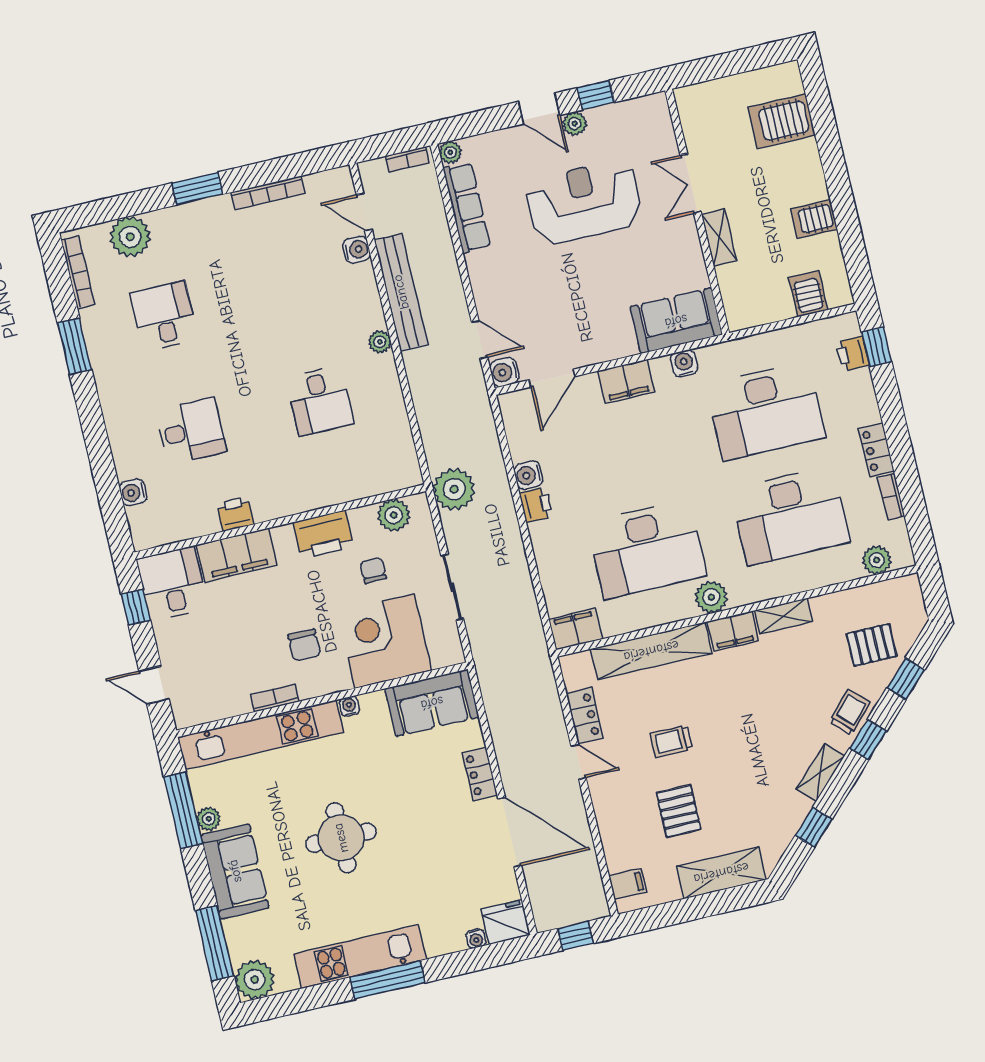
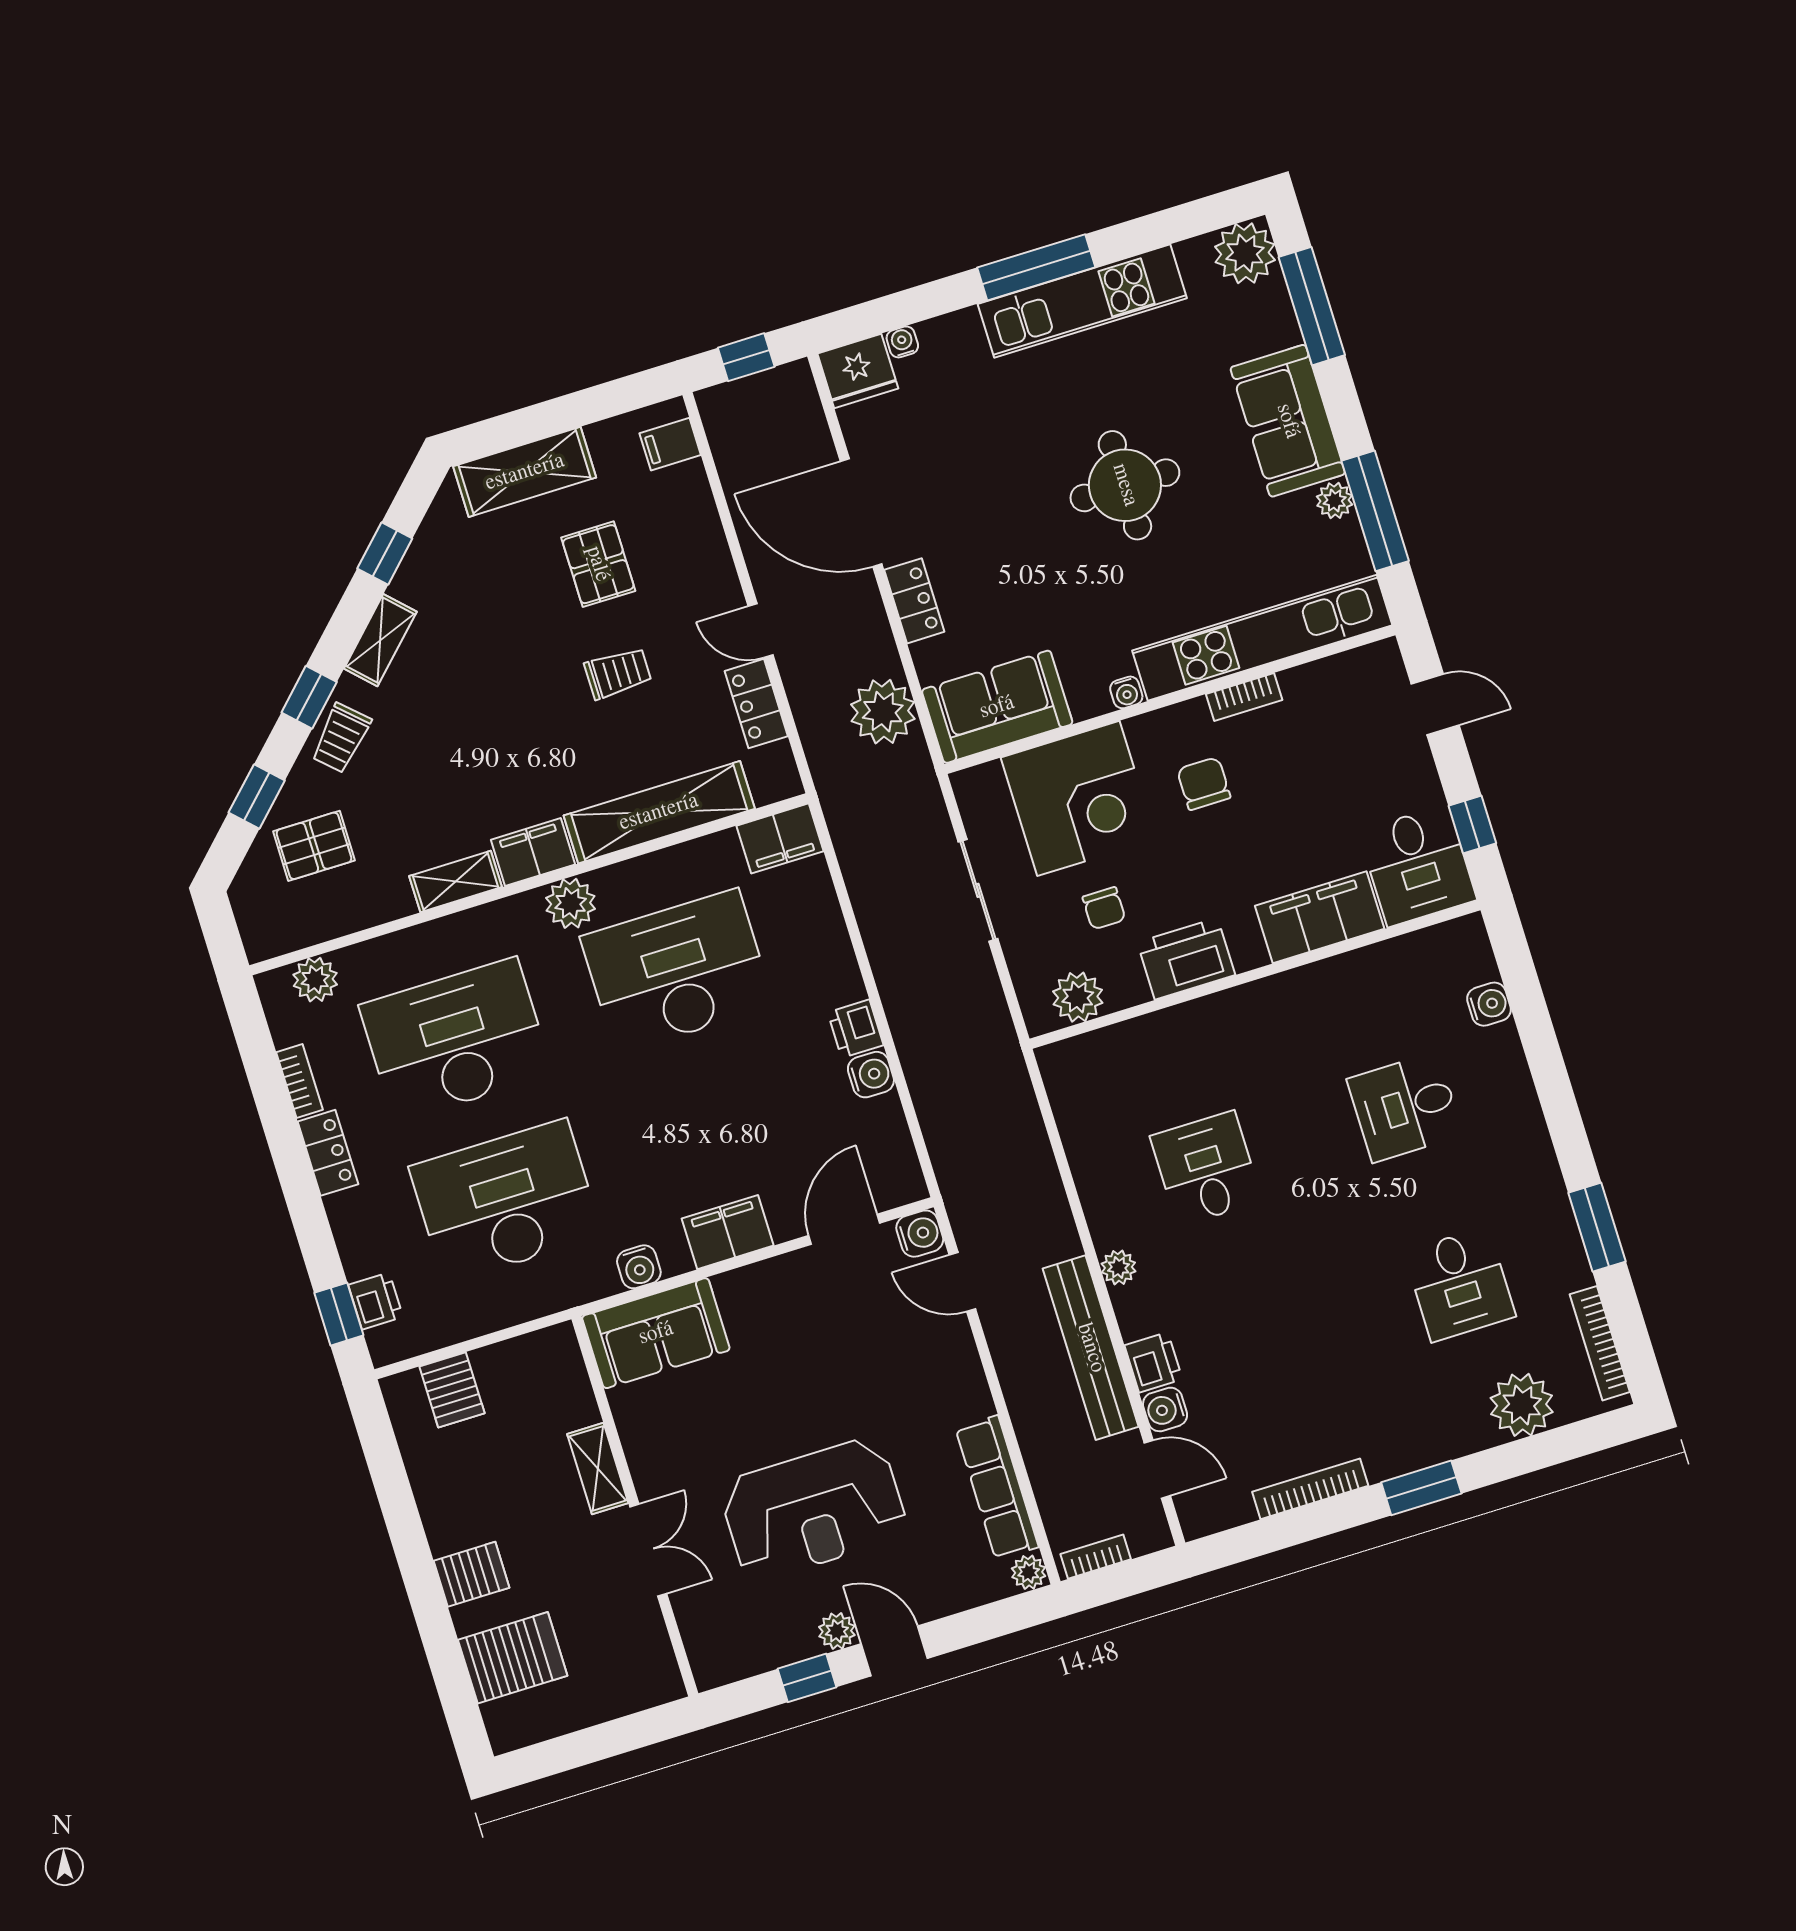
server rack: (814, 219) -> (471, 1574), moved
plant: (454, 489) -> (883, 712), moved
printer: (235, 514) -> (1153, 1362), moved, turned -90

